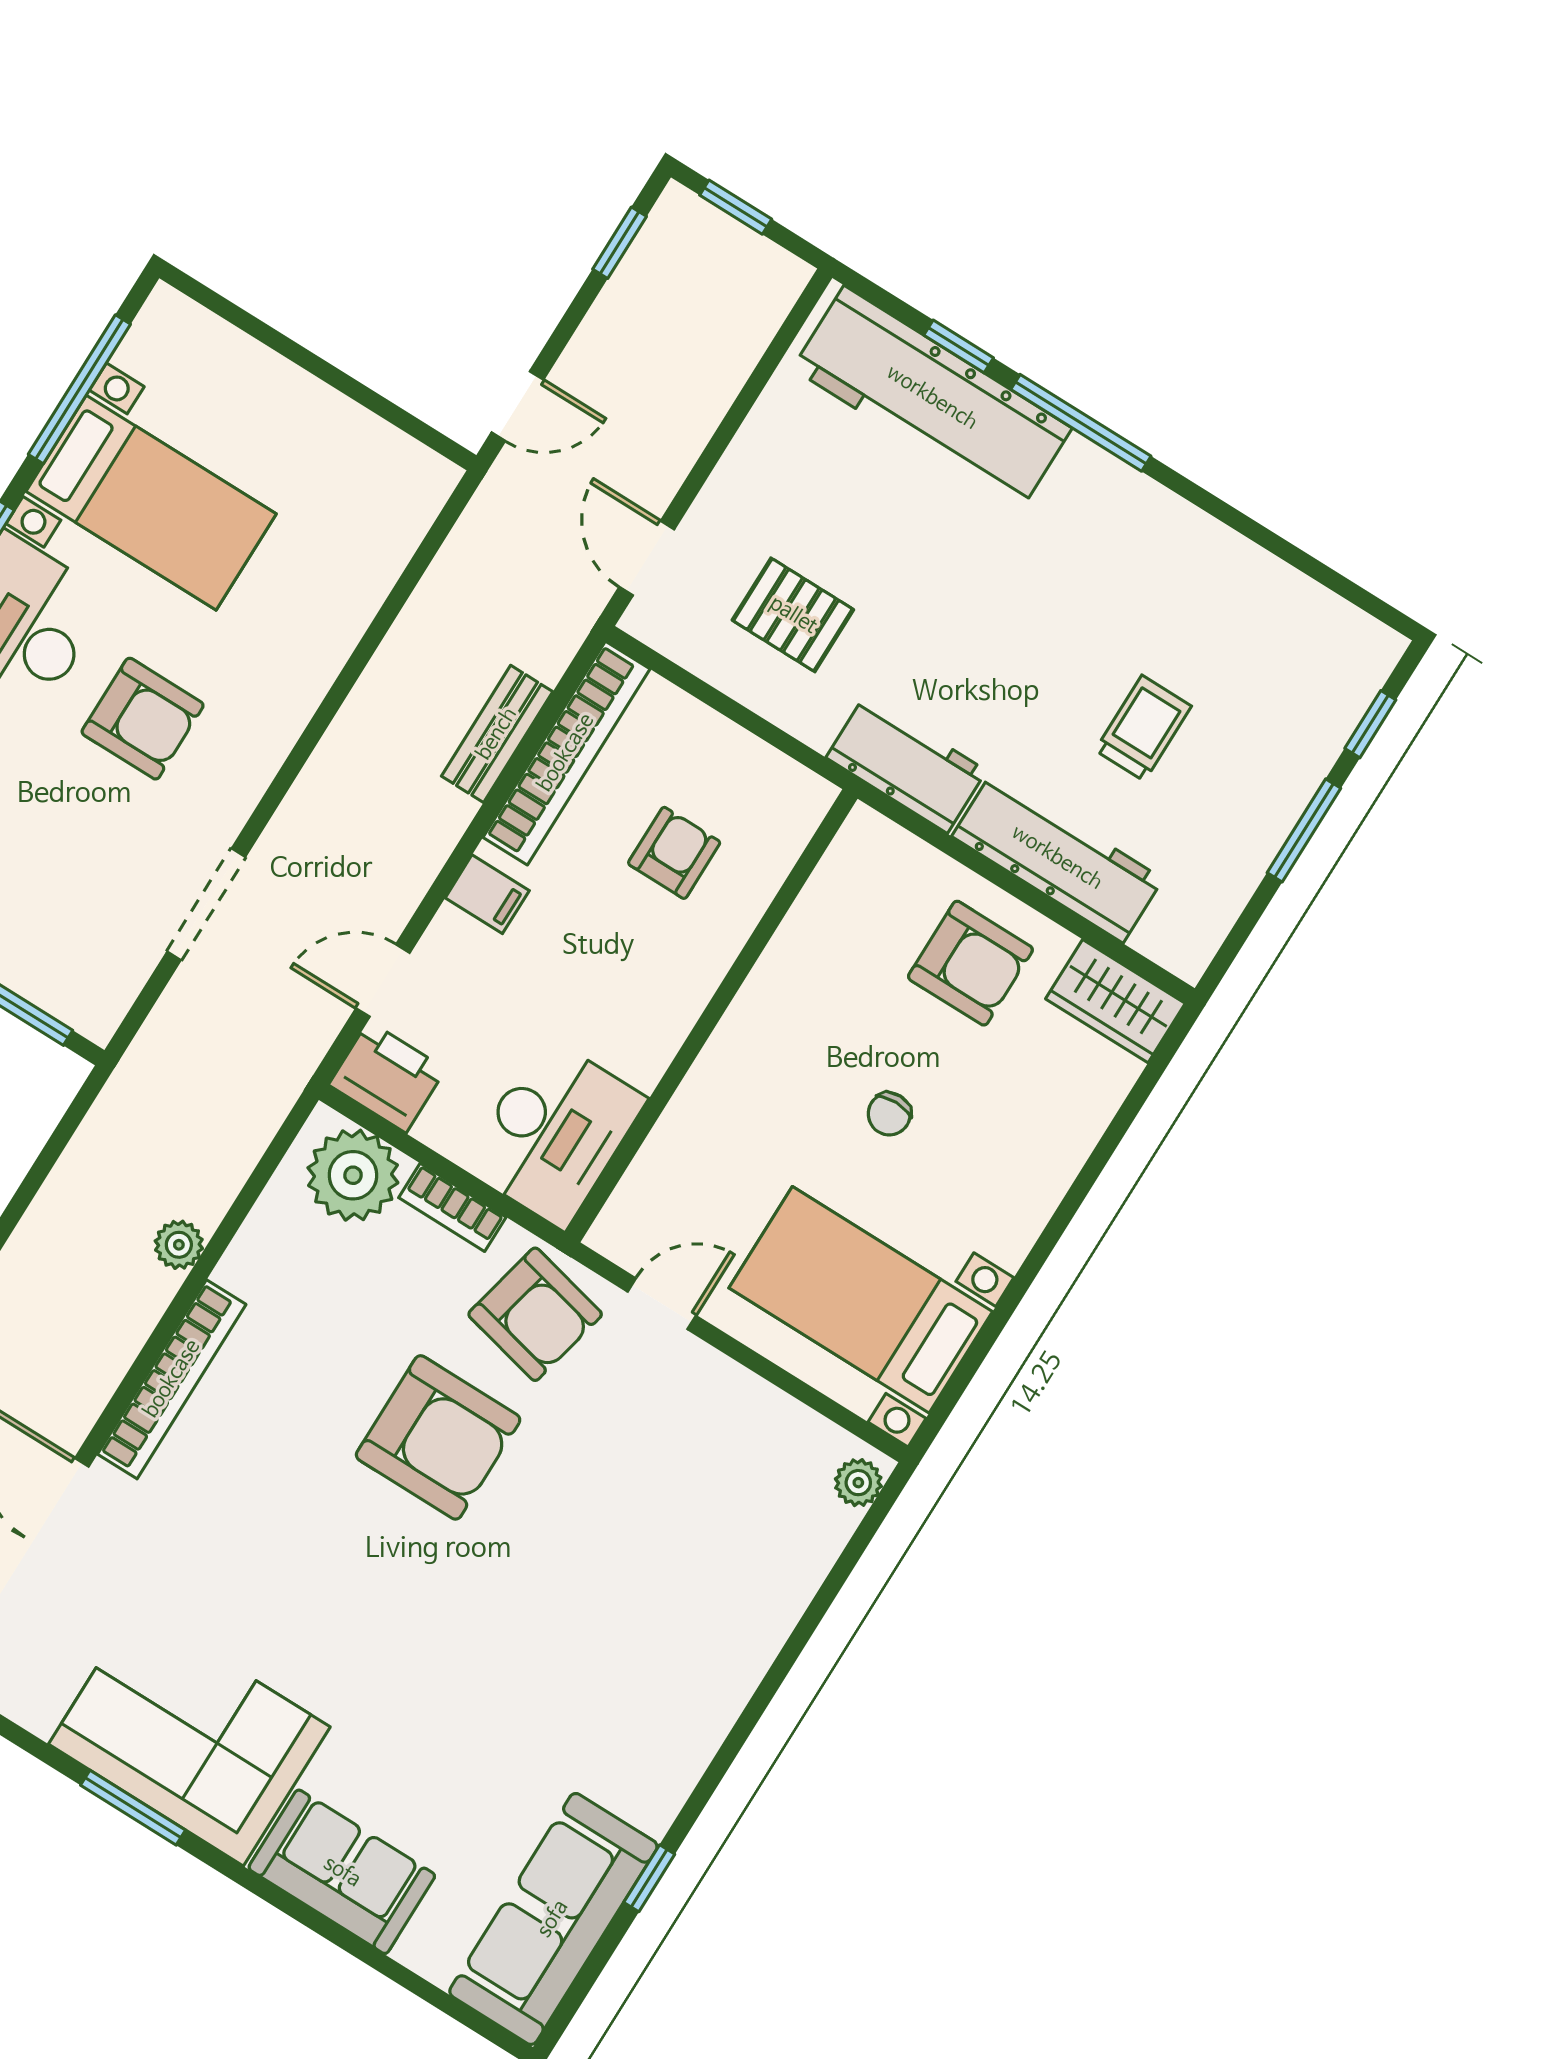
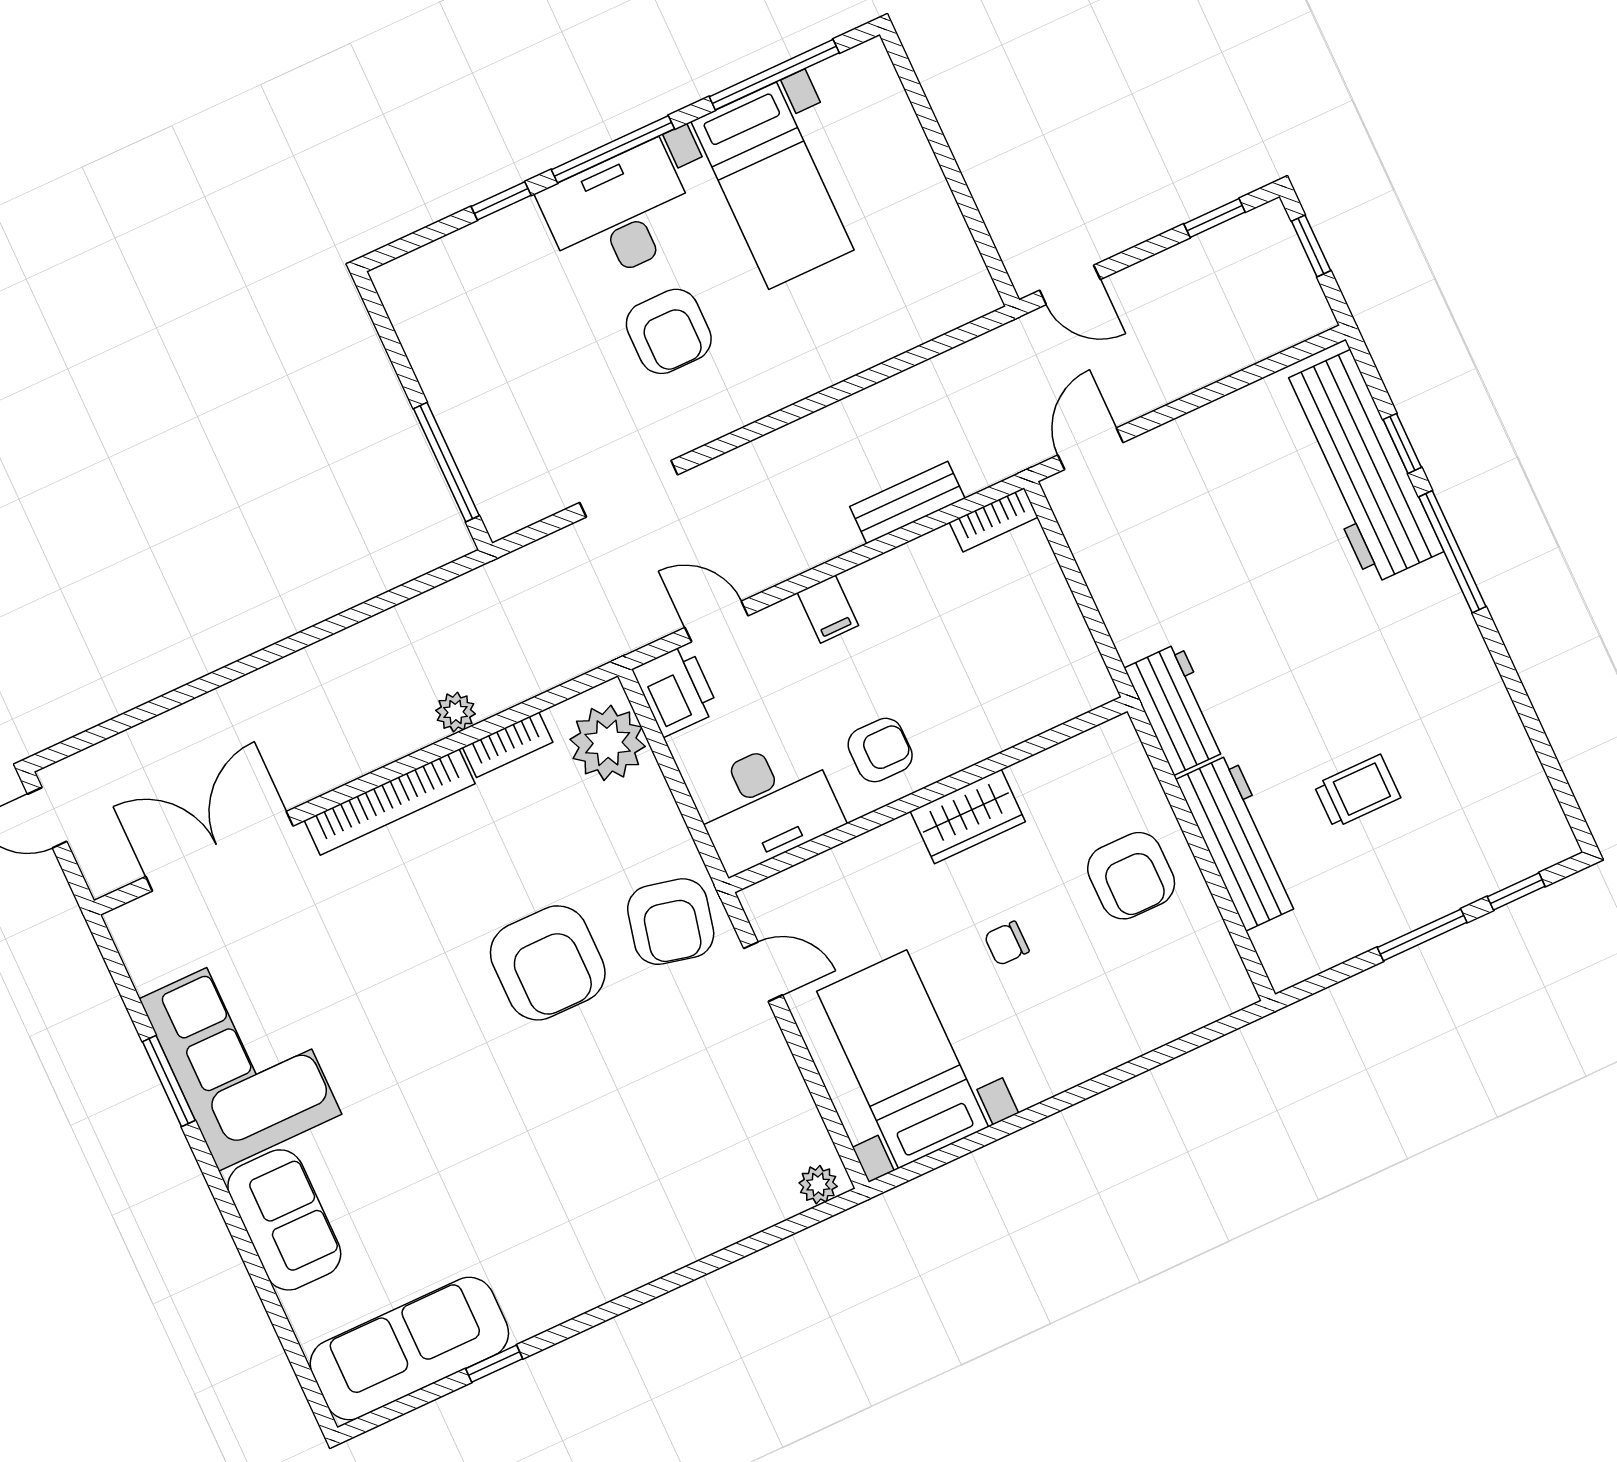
pallet: (793, 615) -> (1166, 554), removed
bookcase: (566, 753) -> (994, 520), width x0.43, depth x0.76
armchair: (674, 853) -> (880, 750), moved
wardrobe: (1115, 1001) -> (968, 816), moved, turned -90
bookcase: (452, 1207) -> (508, 745), moved, turned -90

